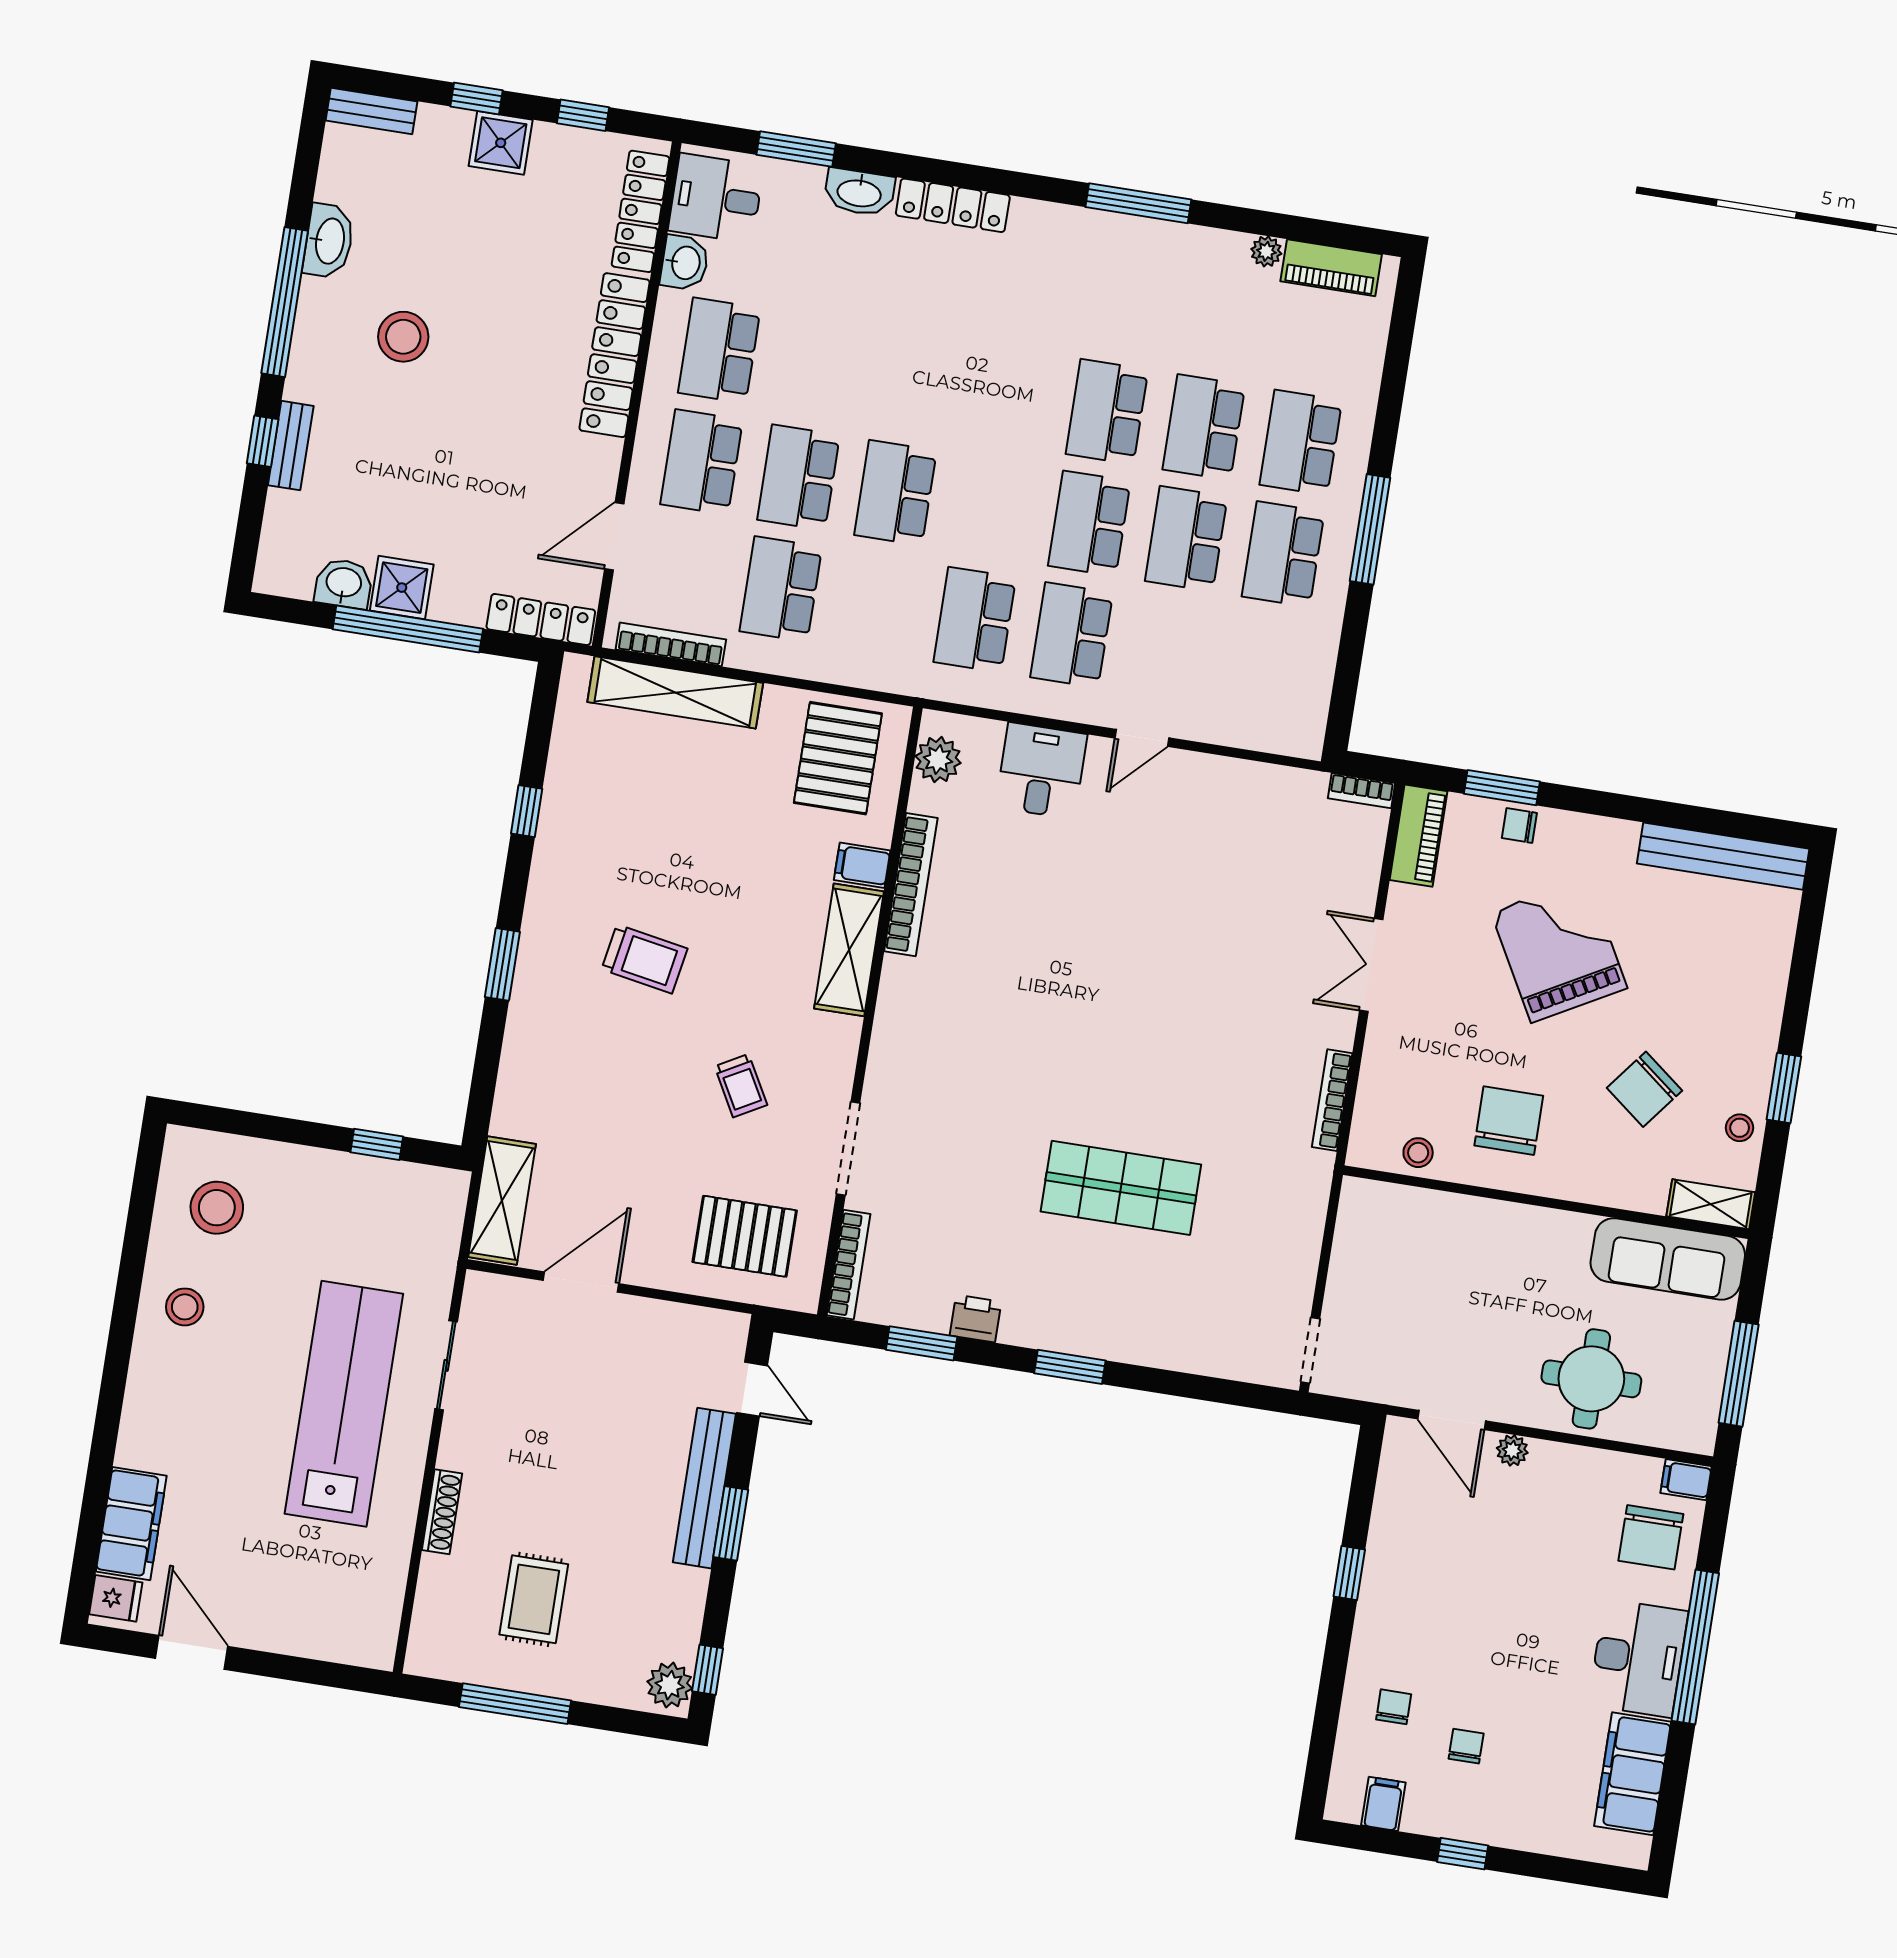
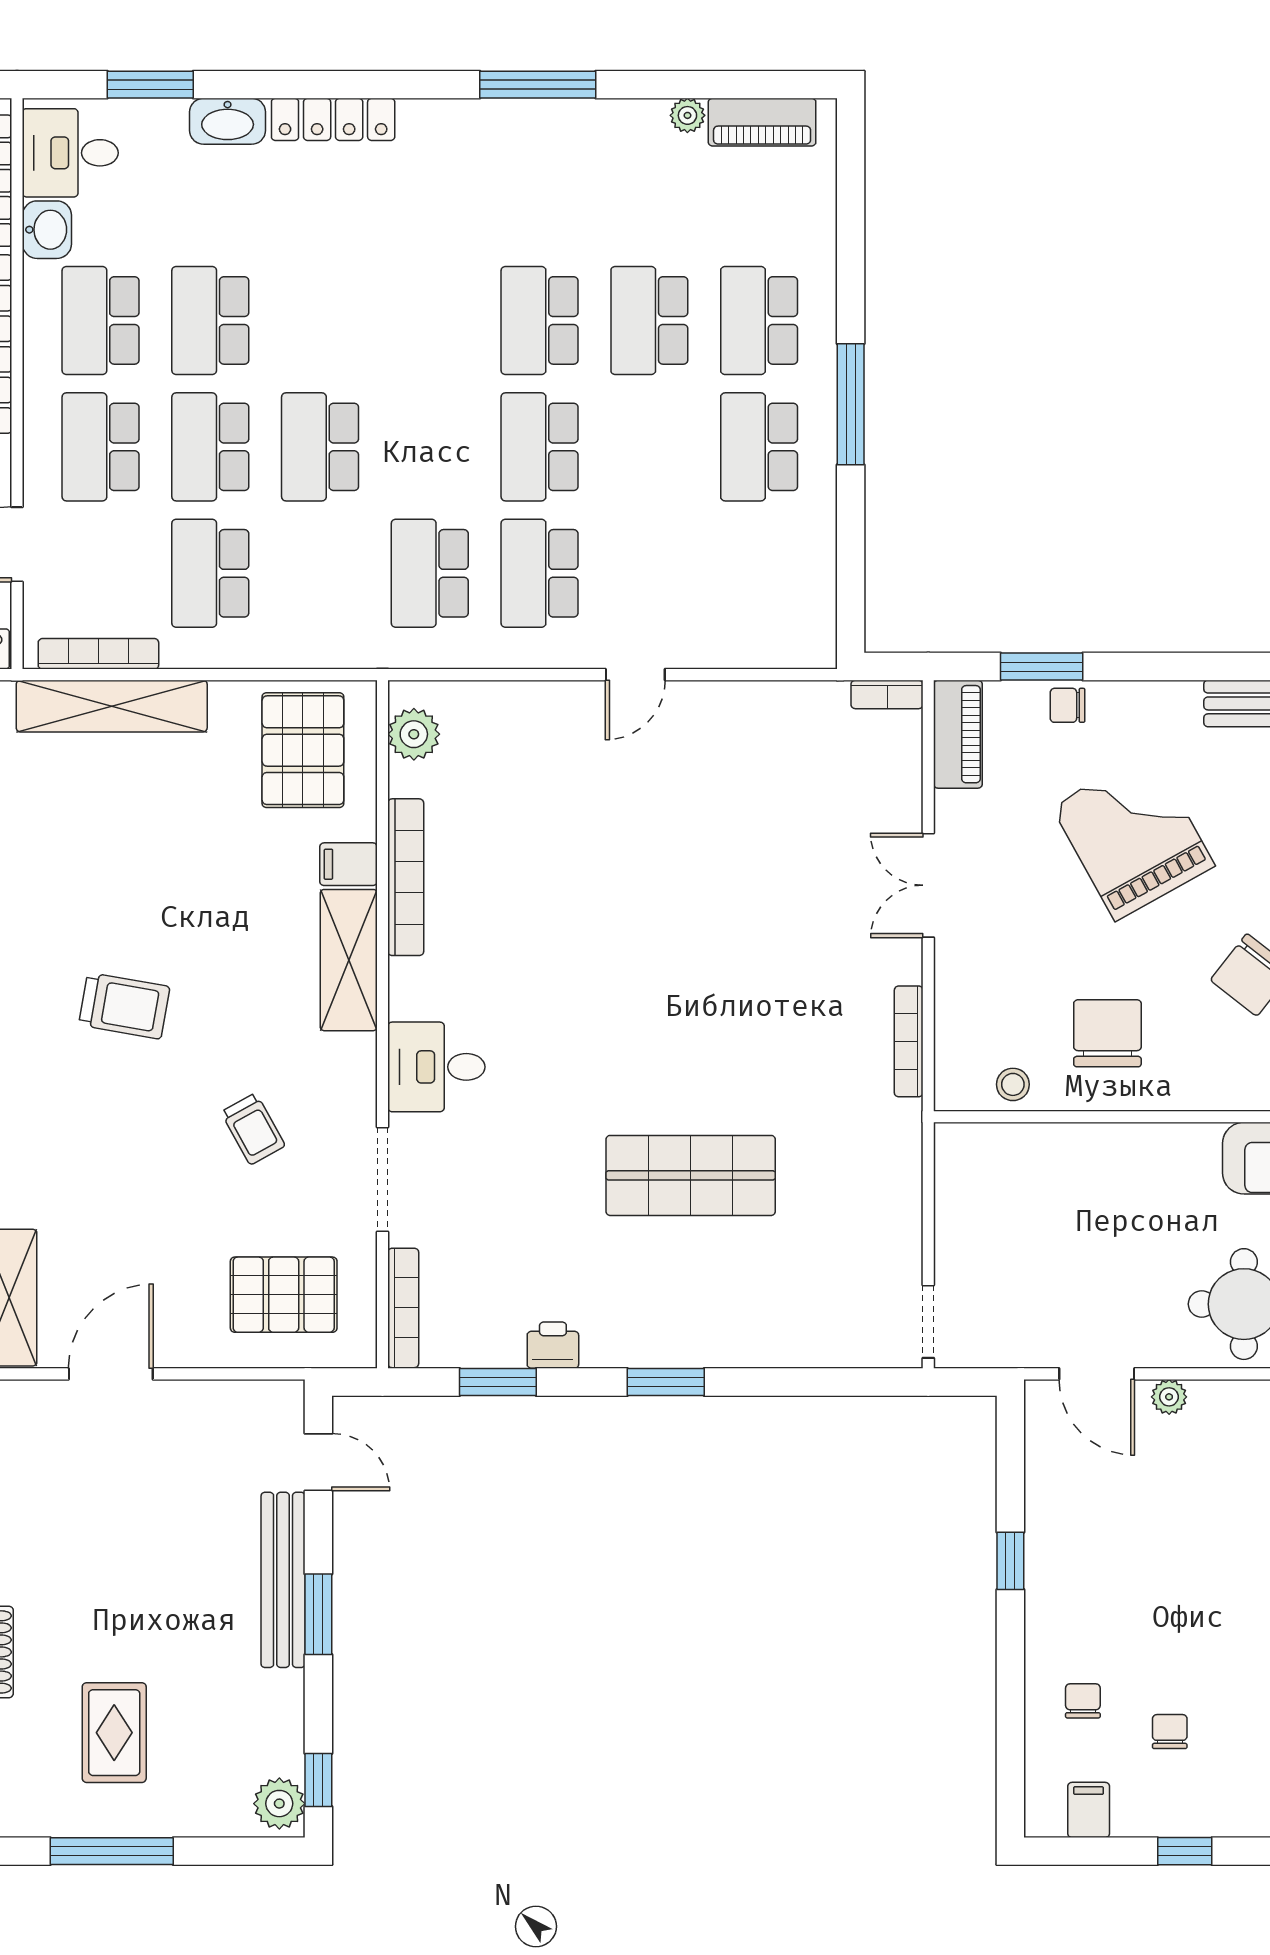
school desk: (1186, 539) -> (210, 320), moved
desk: (1041, 771) -> (436, 1067), moved, turned -90

